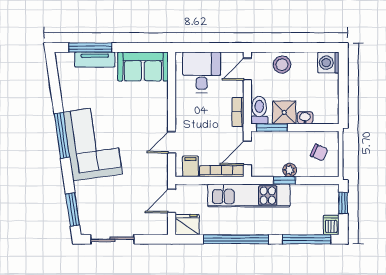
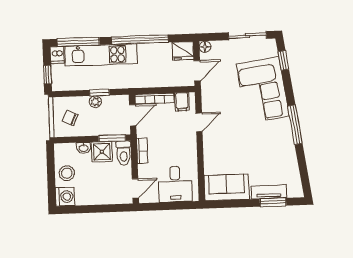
window: (90, 47) -> (273, 202), width x0.69
stool: (282, 65) -> (67, 173), moved
corner sofa: (93, 143) -> (263, 90), moved
kitchen unit: (249, 195) -> (101, 55), moved, turned 180
window: (73, 209) -> (283, 60), width x0.67
floor lamp: (162, 228) -> (205, 47), added

